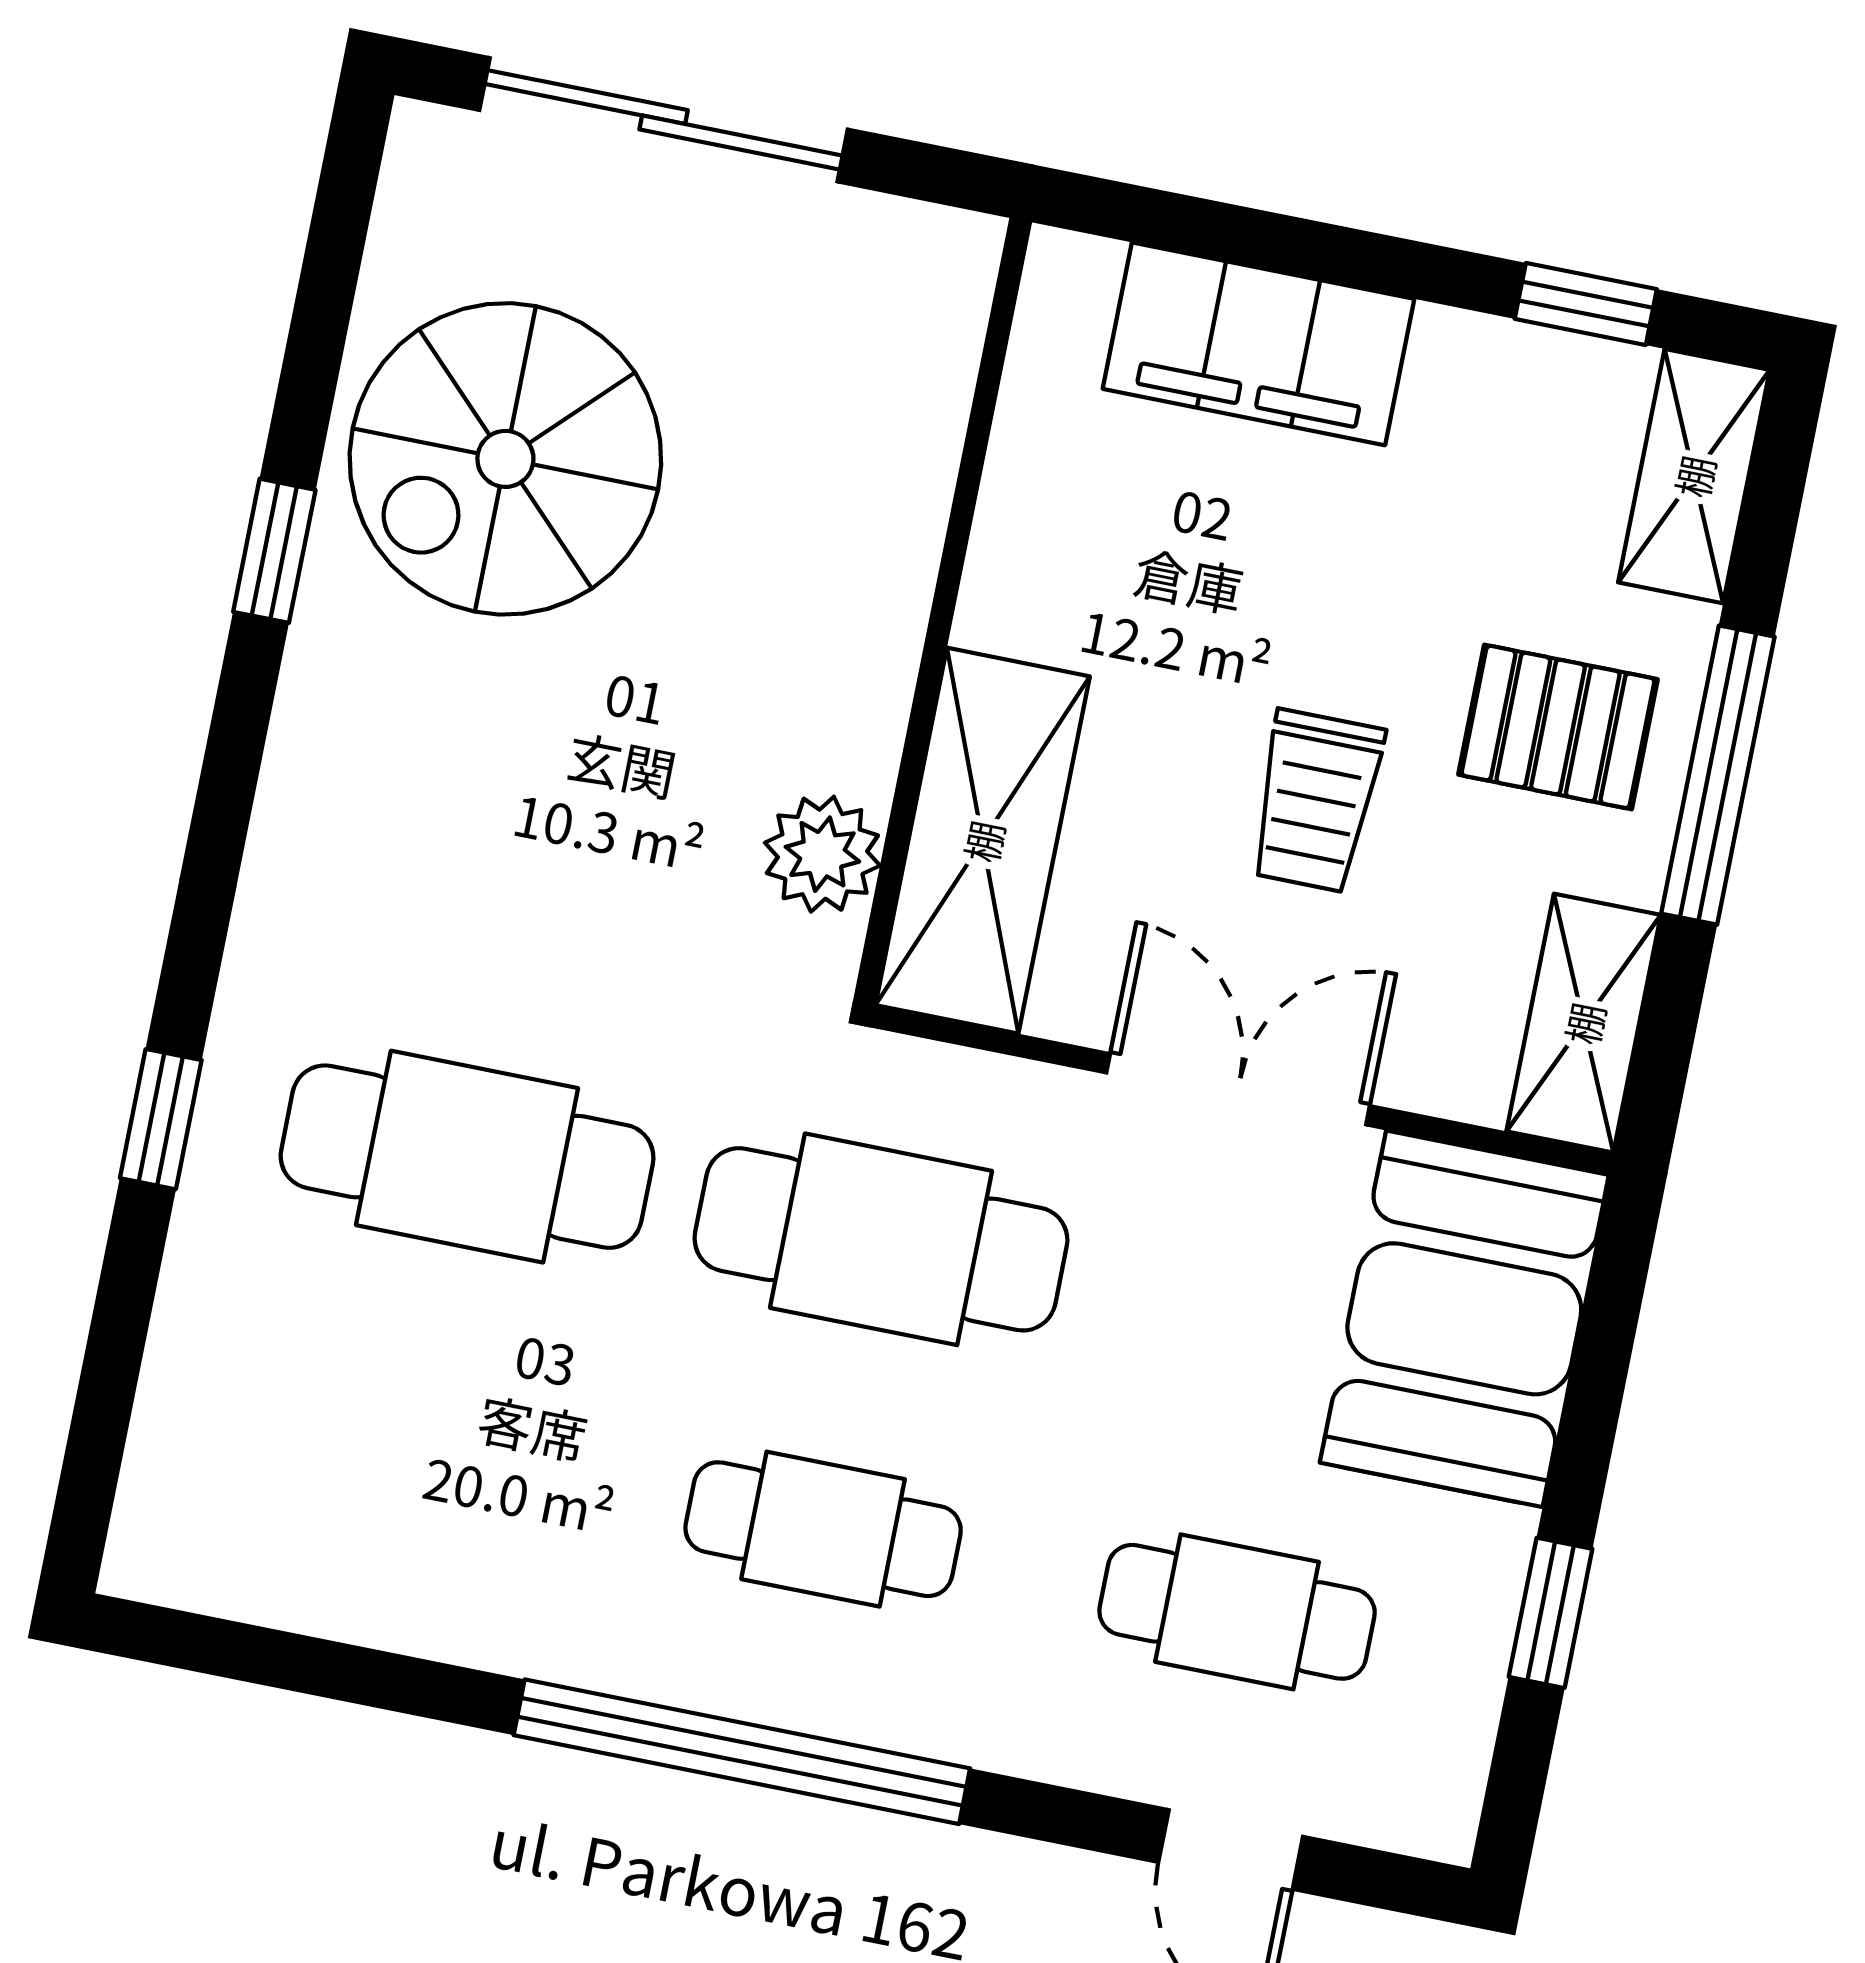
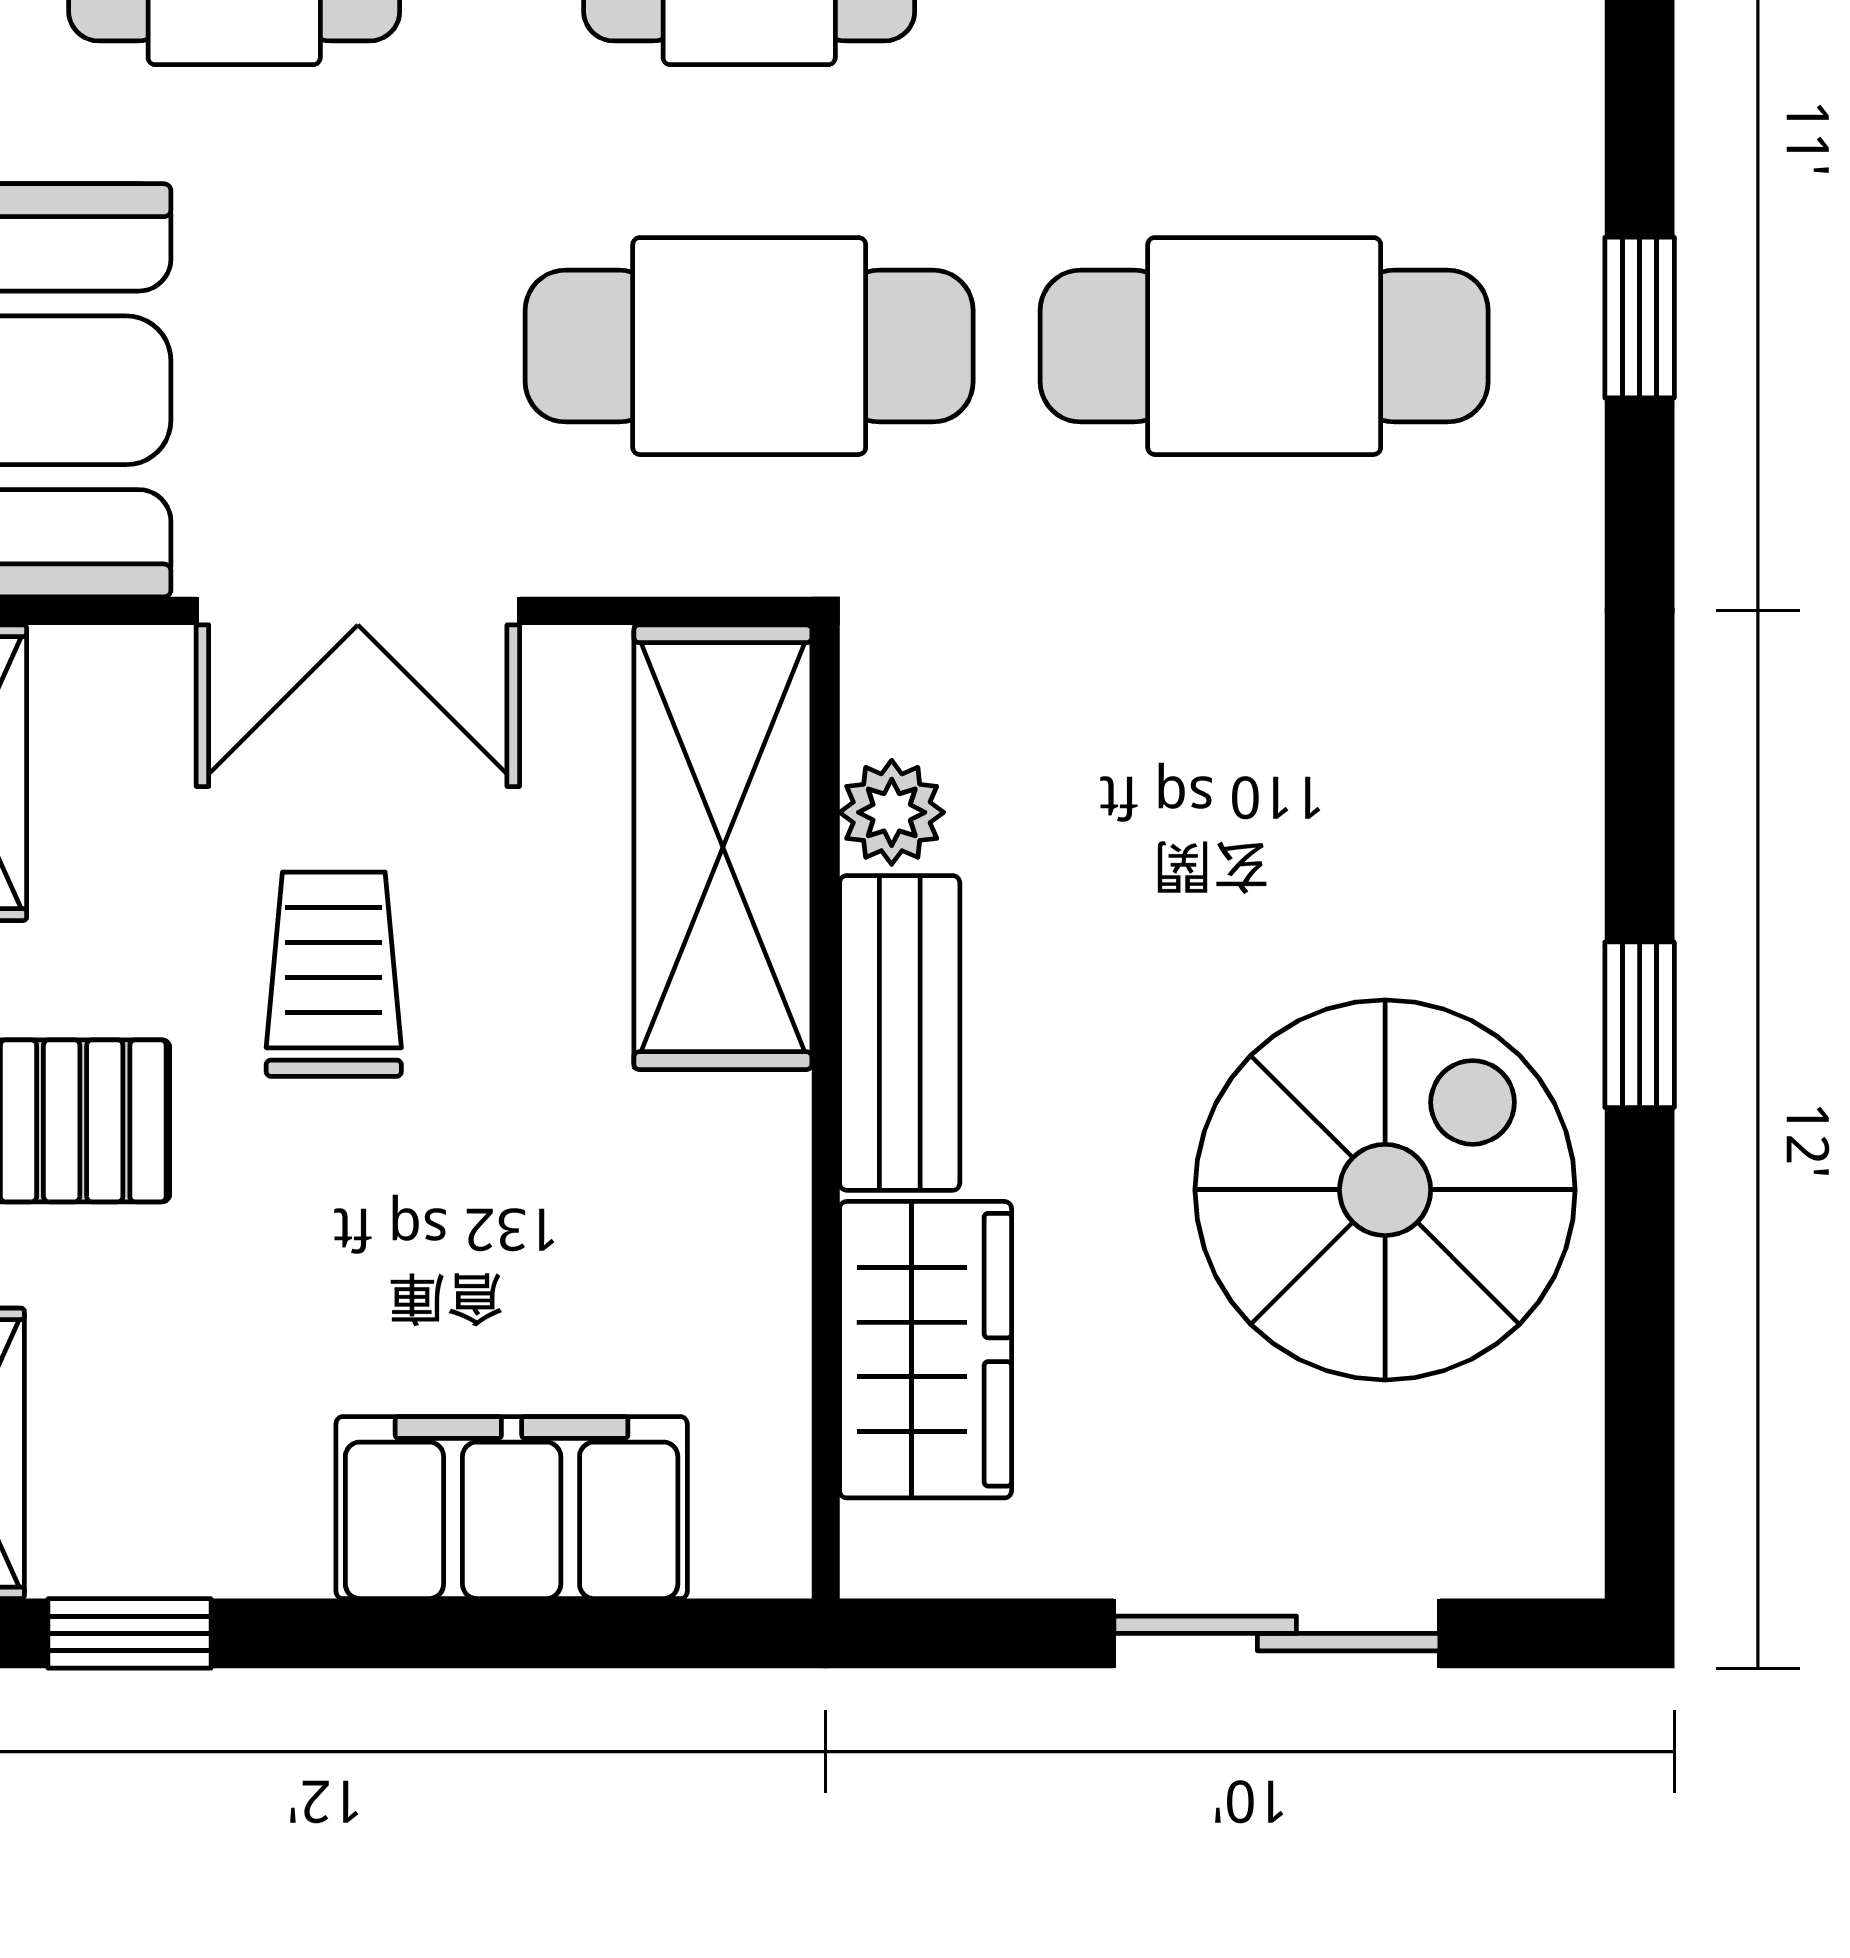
sliding door: (664, 120) -> (1277, 1633), width x0.73
wardrobe: (900, 404) -> (926, 1350), added
bench: (870, 663) -> (900, 1033), added
plant: (822, 854) -> (892, 812), width x0.73, depth x0.73

